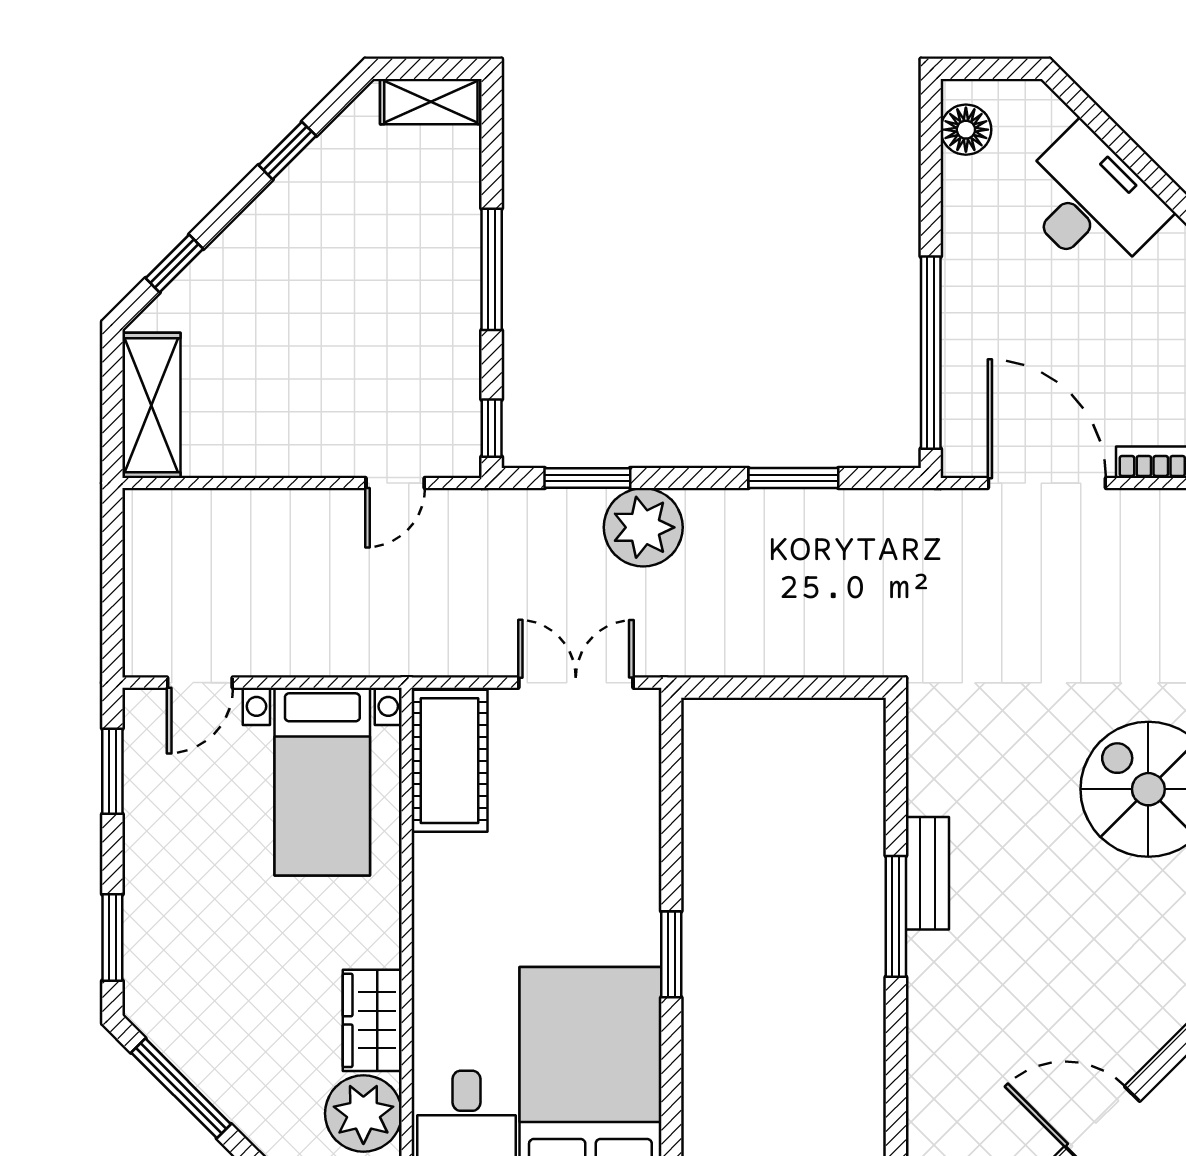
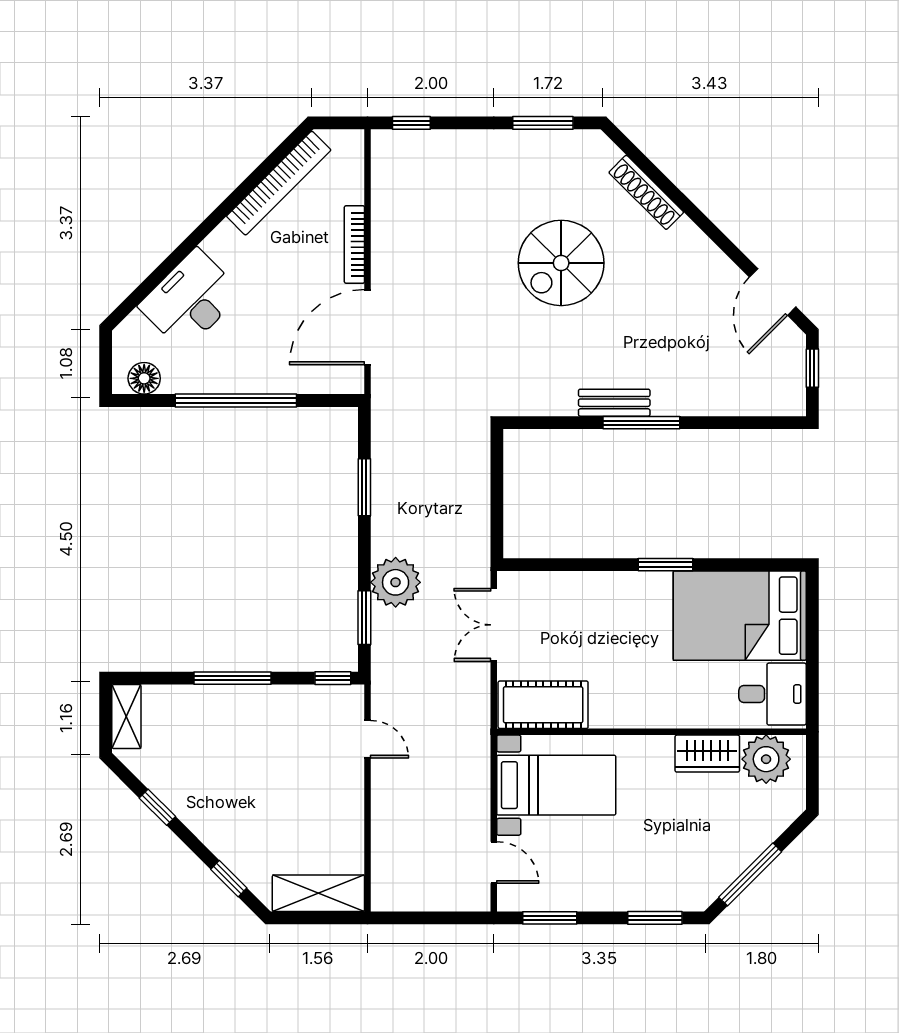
window: (931, 353) -> (236, 401), moved

